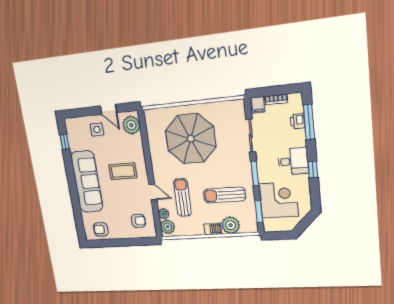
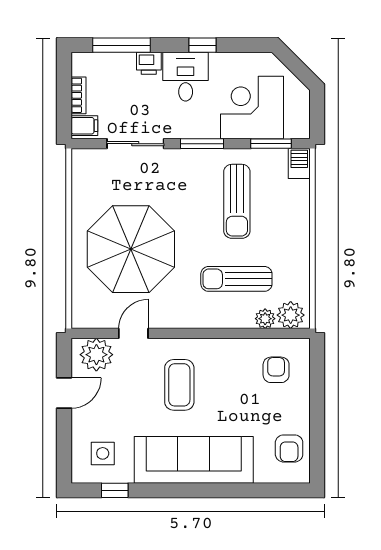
printer: (298, 121) -> (149, 63), moved
side table: (97, 130) -> (103, 453), moved
door: (153, 192) -> (133, 333), moved
plant: (231, 225) -> (294, 197), removed
barbecue: (213, 229) -> (299, 163), moved

